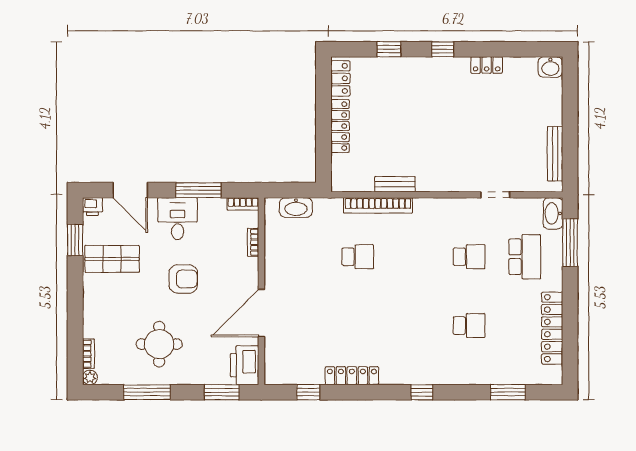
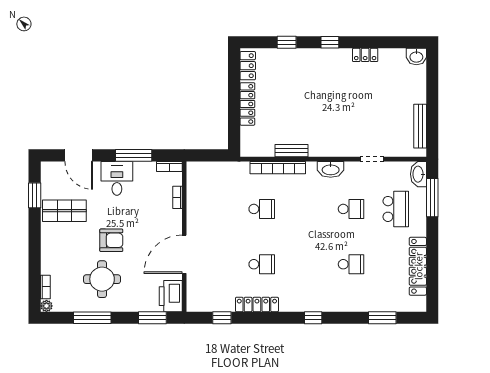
printer: (92, 207) -> (48, 169), removed
washbasin: (296, 208) -> (331, 169), moved
armchair: (183, 279) -> (111, 240), moved
school desk: (358, 326) -> (262, 264), added

